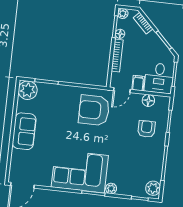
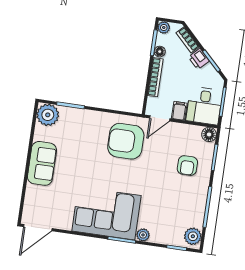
printer: (153, 39) -> (199, 59), added
floor lamp: (148, 100) -> (209, 134), moved
armchair: (146, 129) -> (187, 166), turned 180

